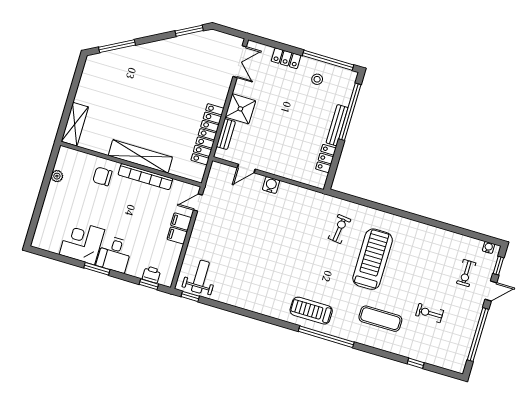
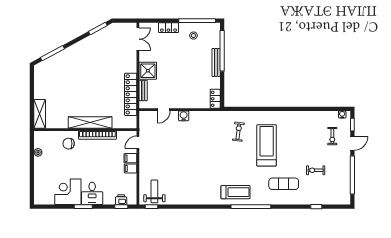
locker: (326, 158) -> (215, 99), moved
treadmill: (311, 311) -> (236, 192), turned 180

